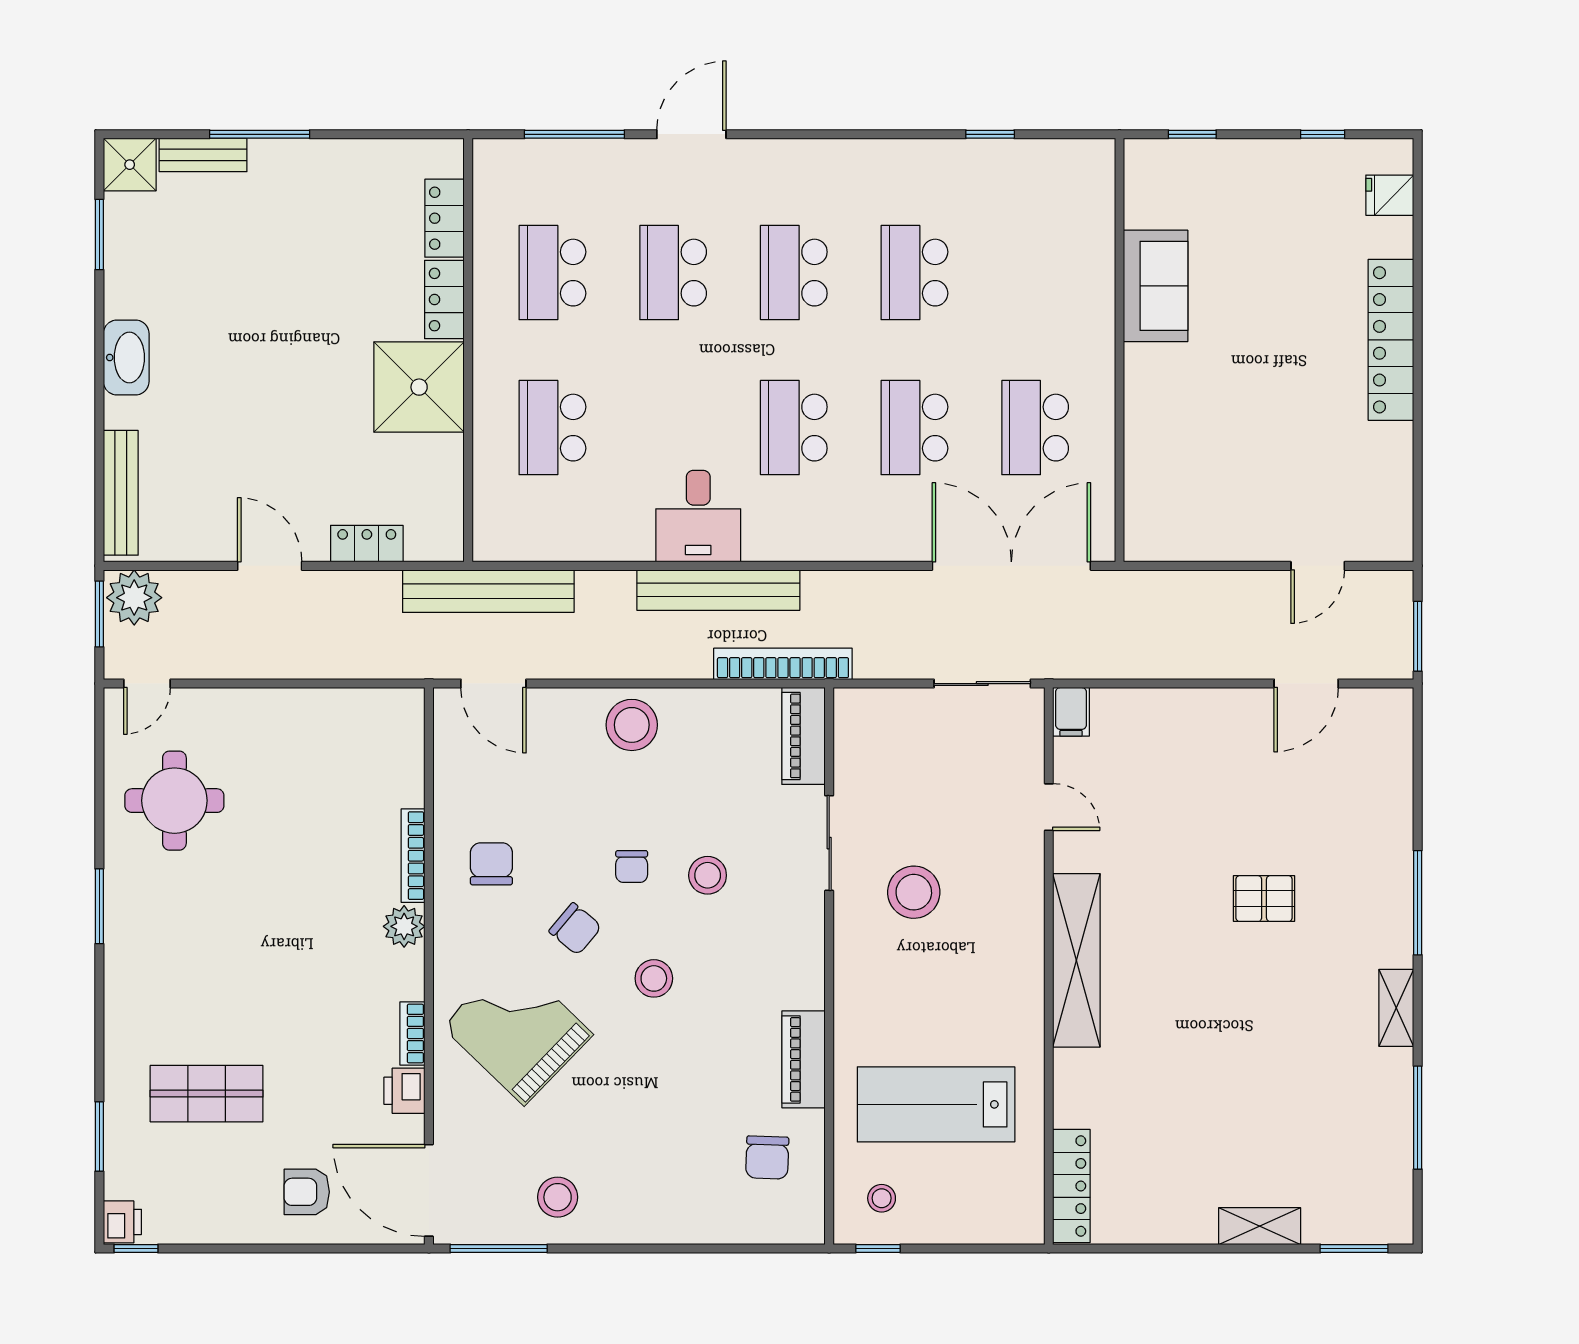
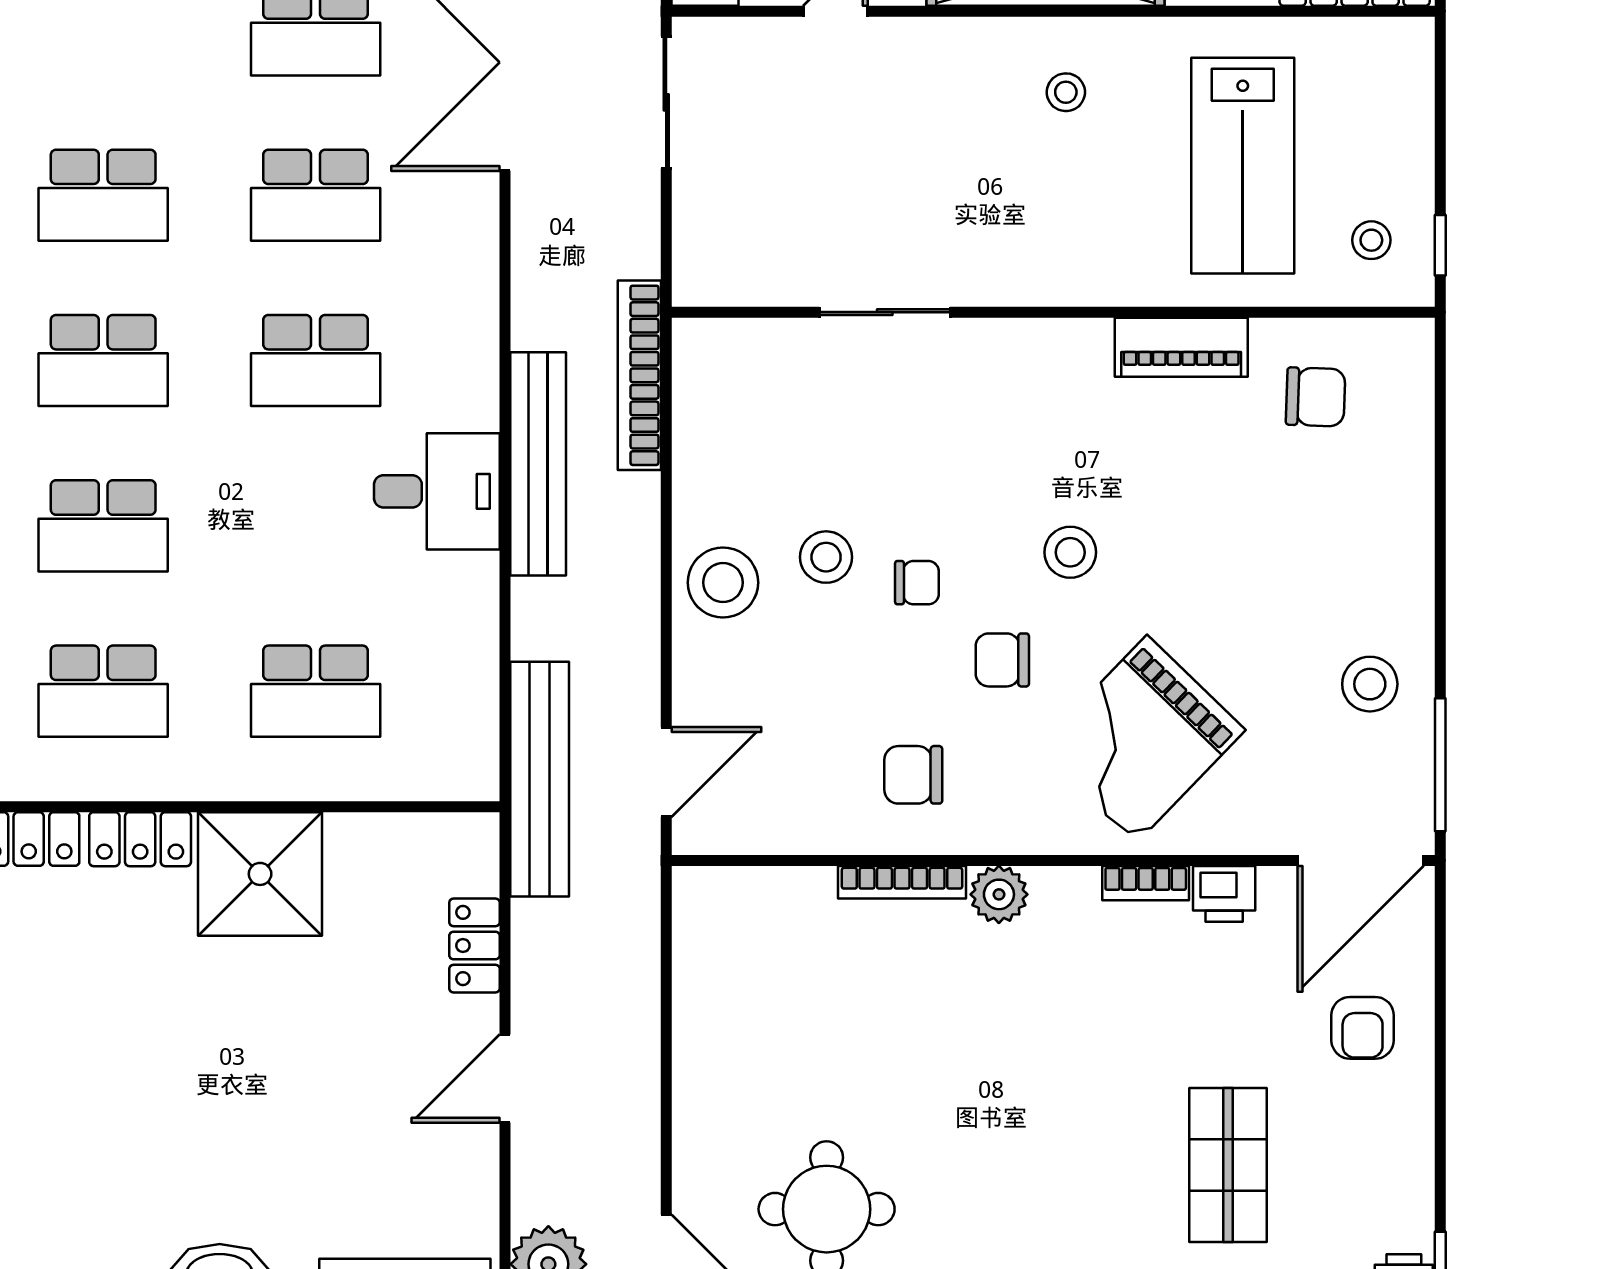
piano: (804, 736) -> (738, 347), removed
stool: (708, 875) -> (826, 557), moved
stool: (914, 892) -> (1066, 92), moved, width x0.53, depth x0.53
chair: (575, 929) -> (1002, 660), turned -130

